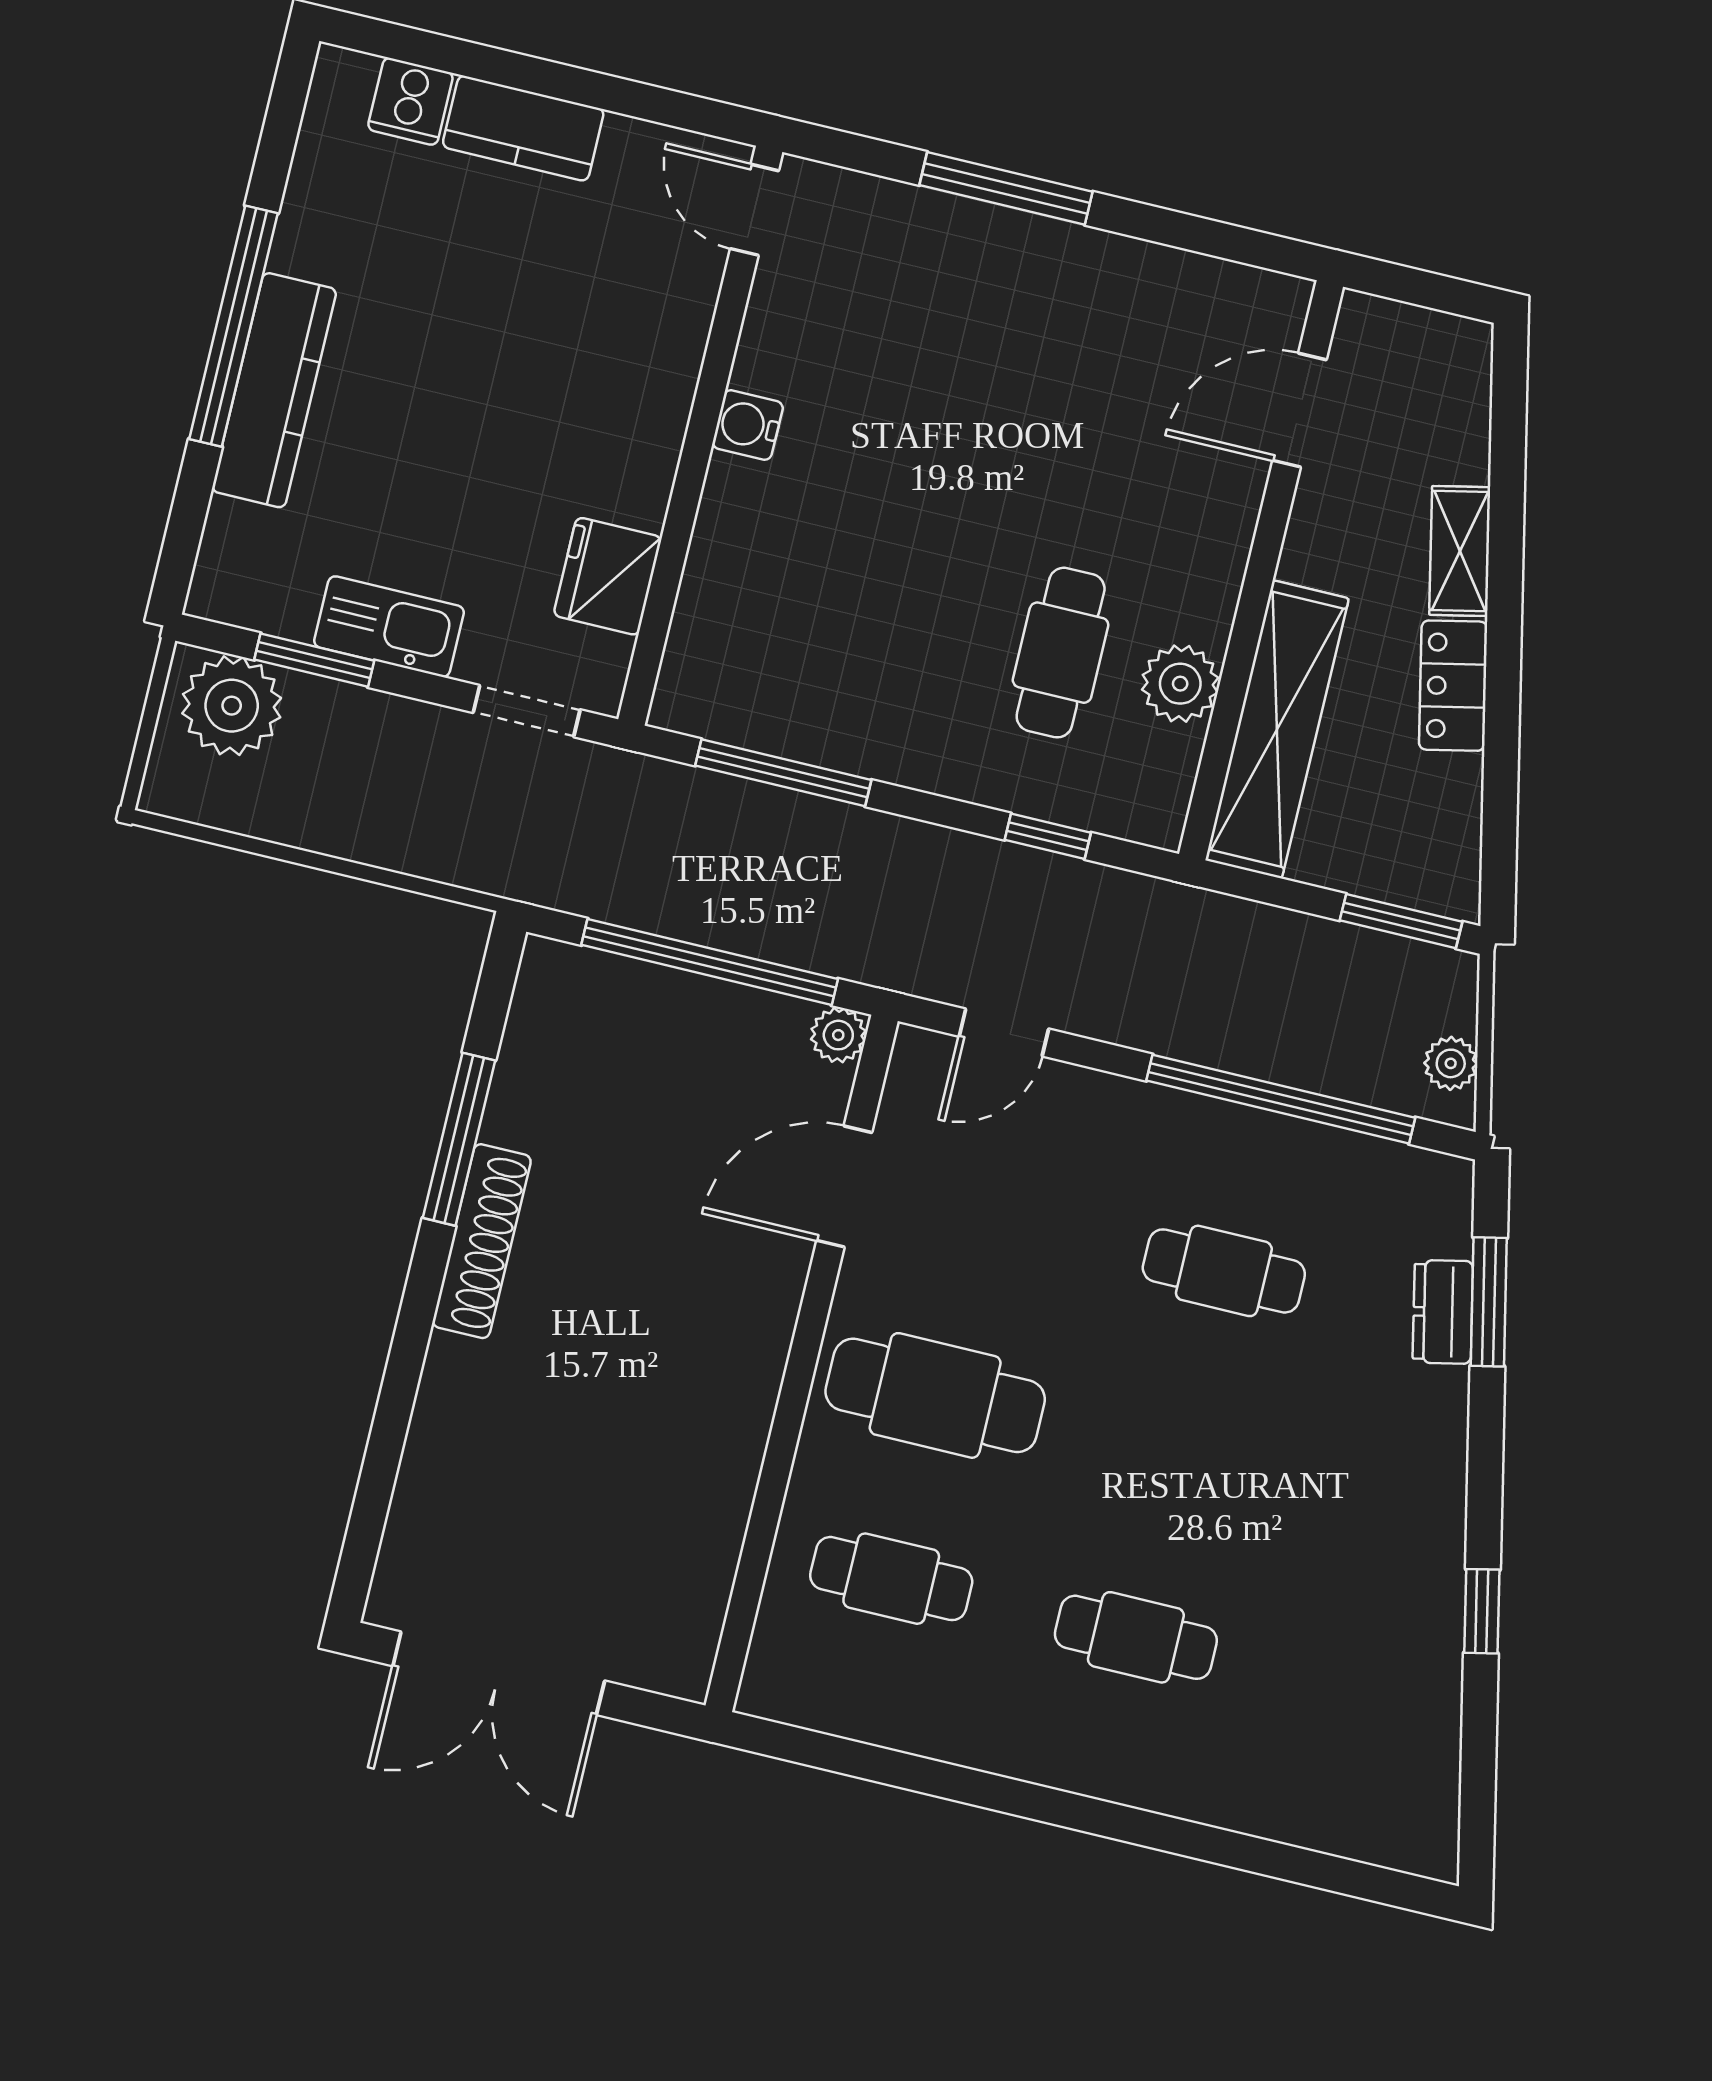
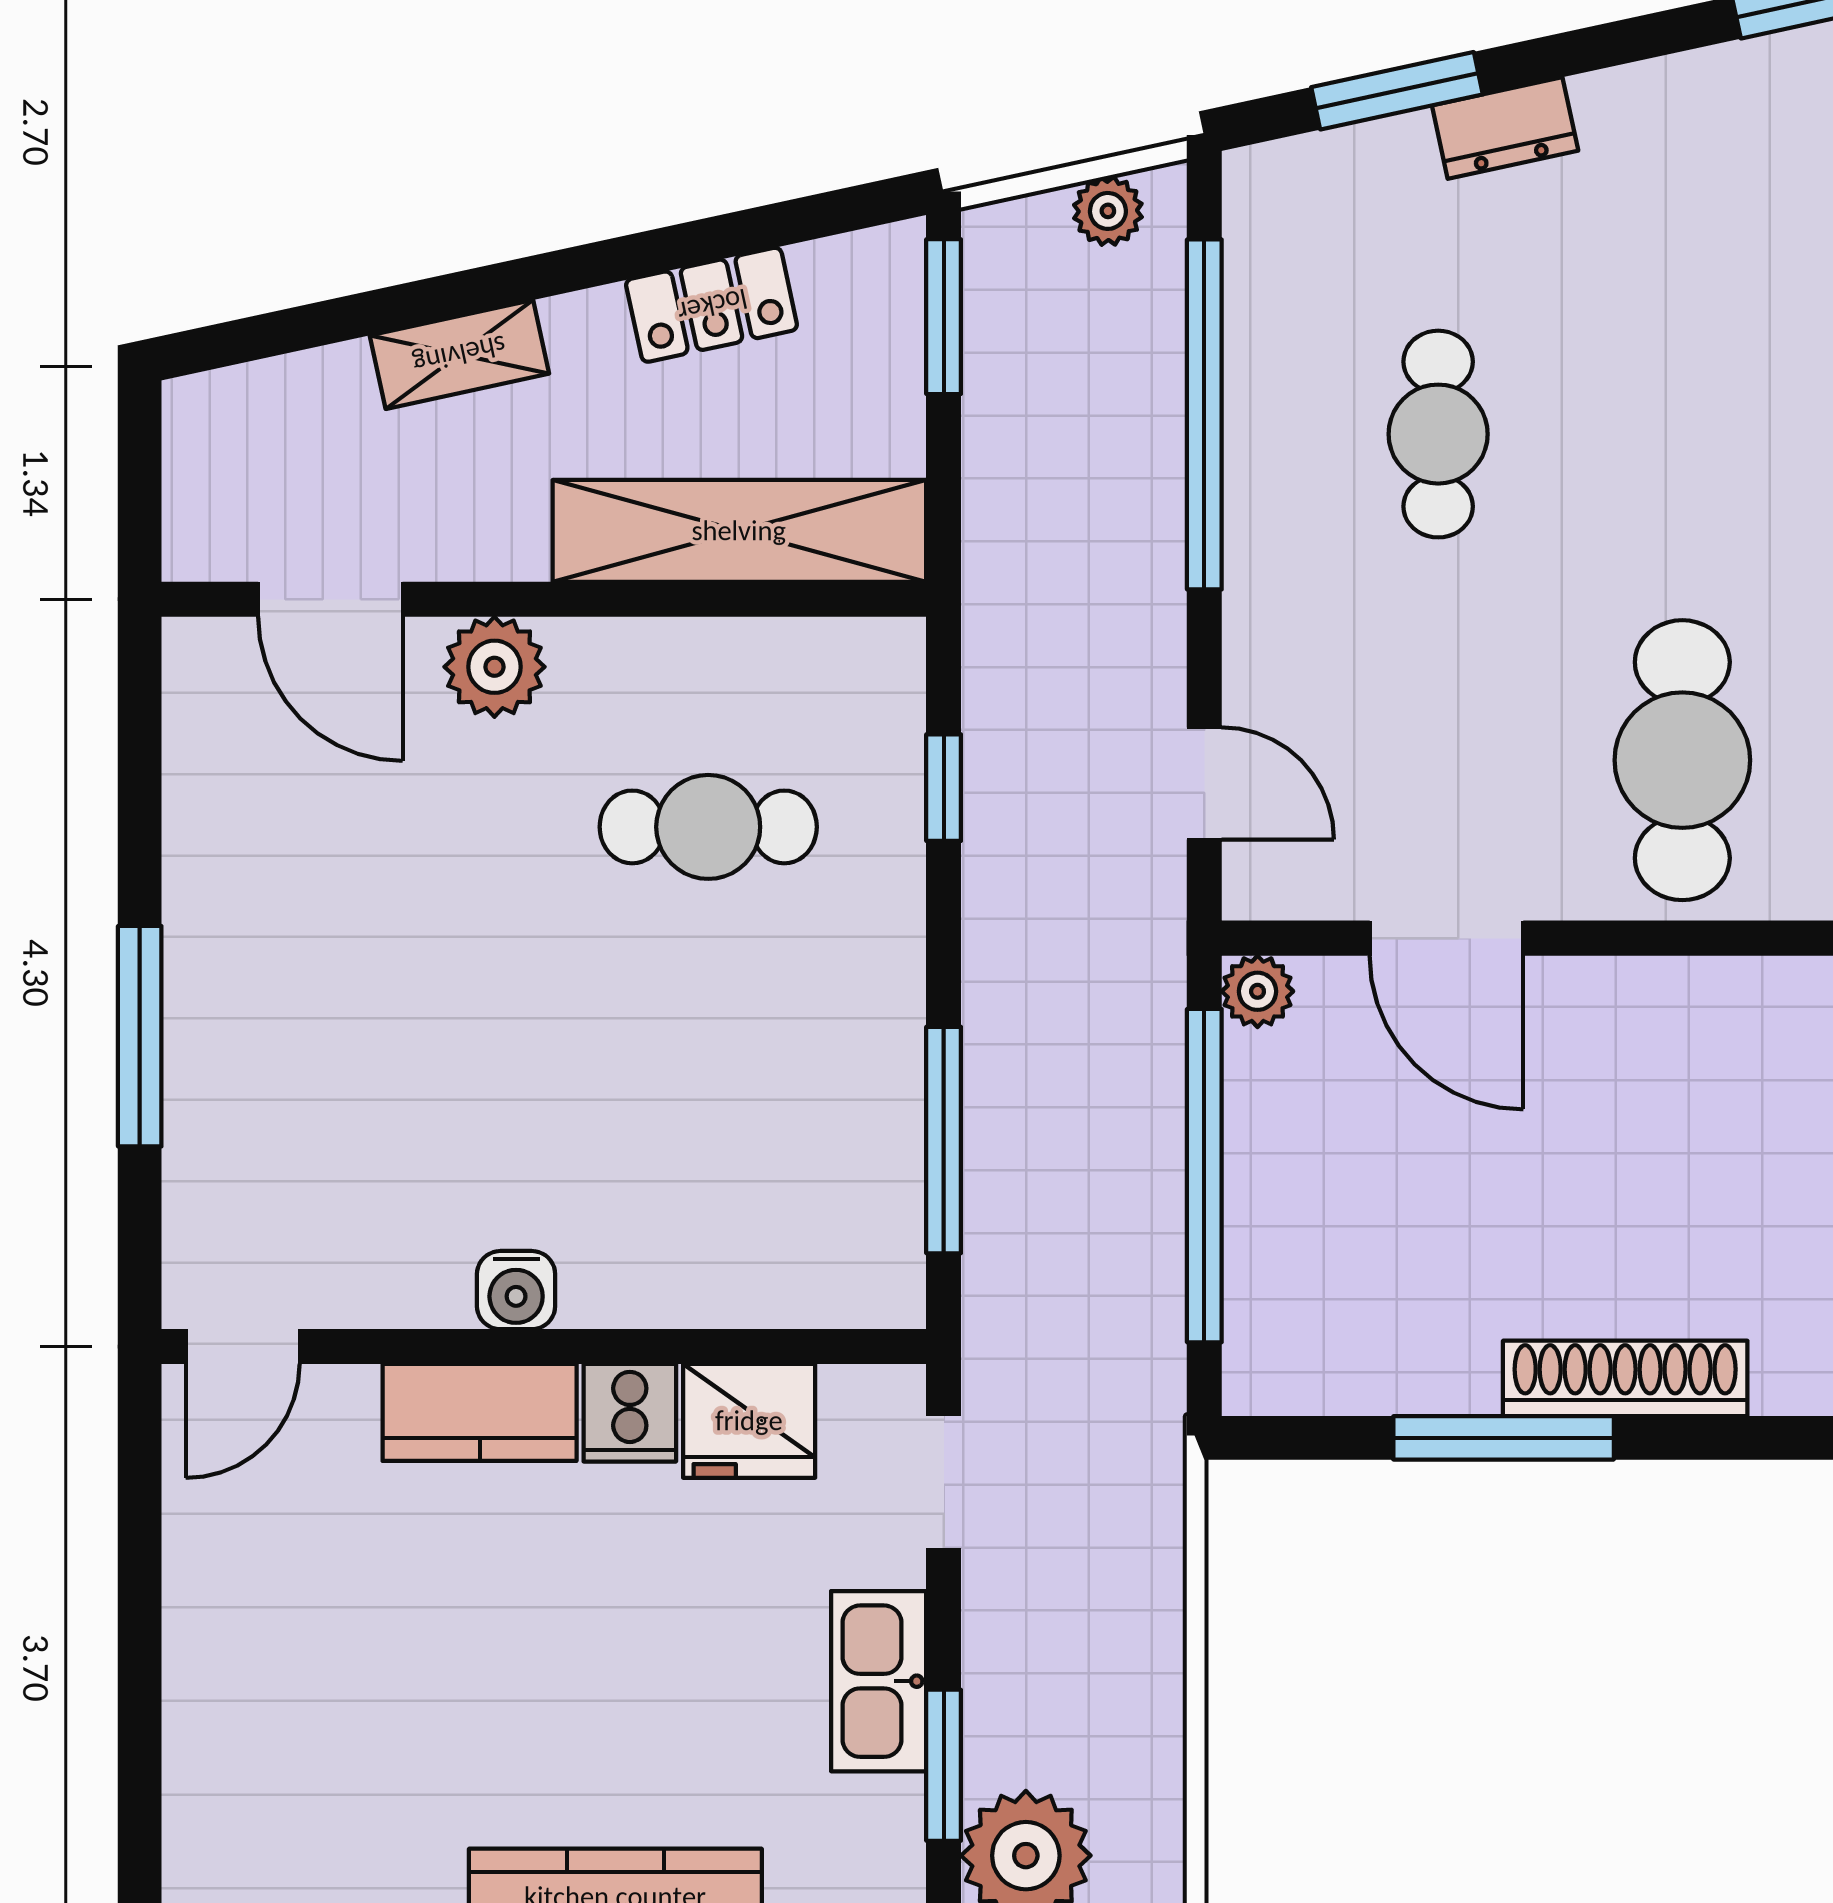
cooker: (410, 101) -> (630, 1413), moved, turned 90
kitchen counter: (523, 128) -> (480, 1412), moved, turned 90
plant: (1180, 684) -> (494, 667), moved
locker: (1453, 686) -> (712, 305), moved
dresser: (1443, 1312) -> (1505, 128), moved

